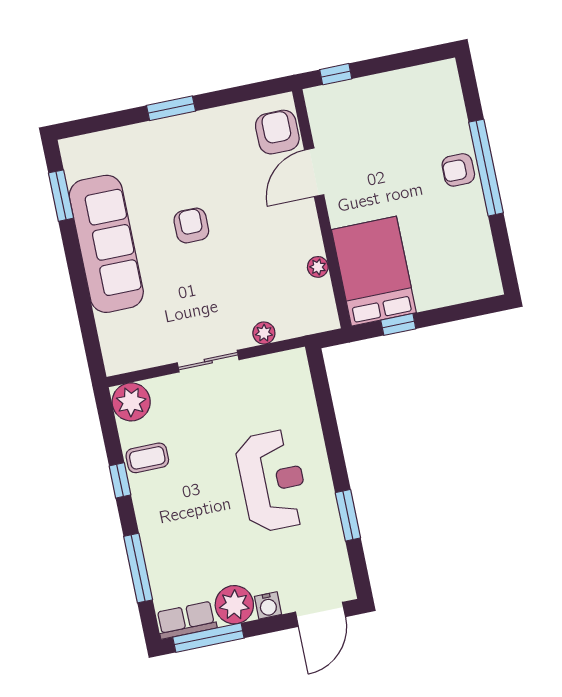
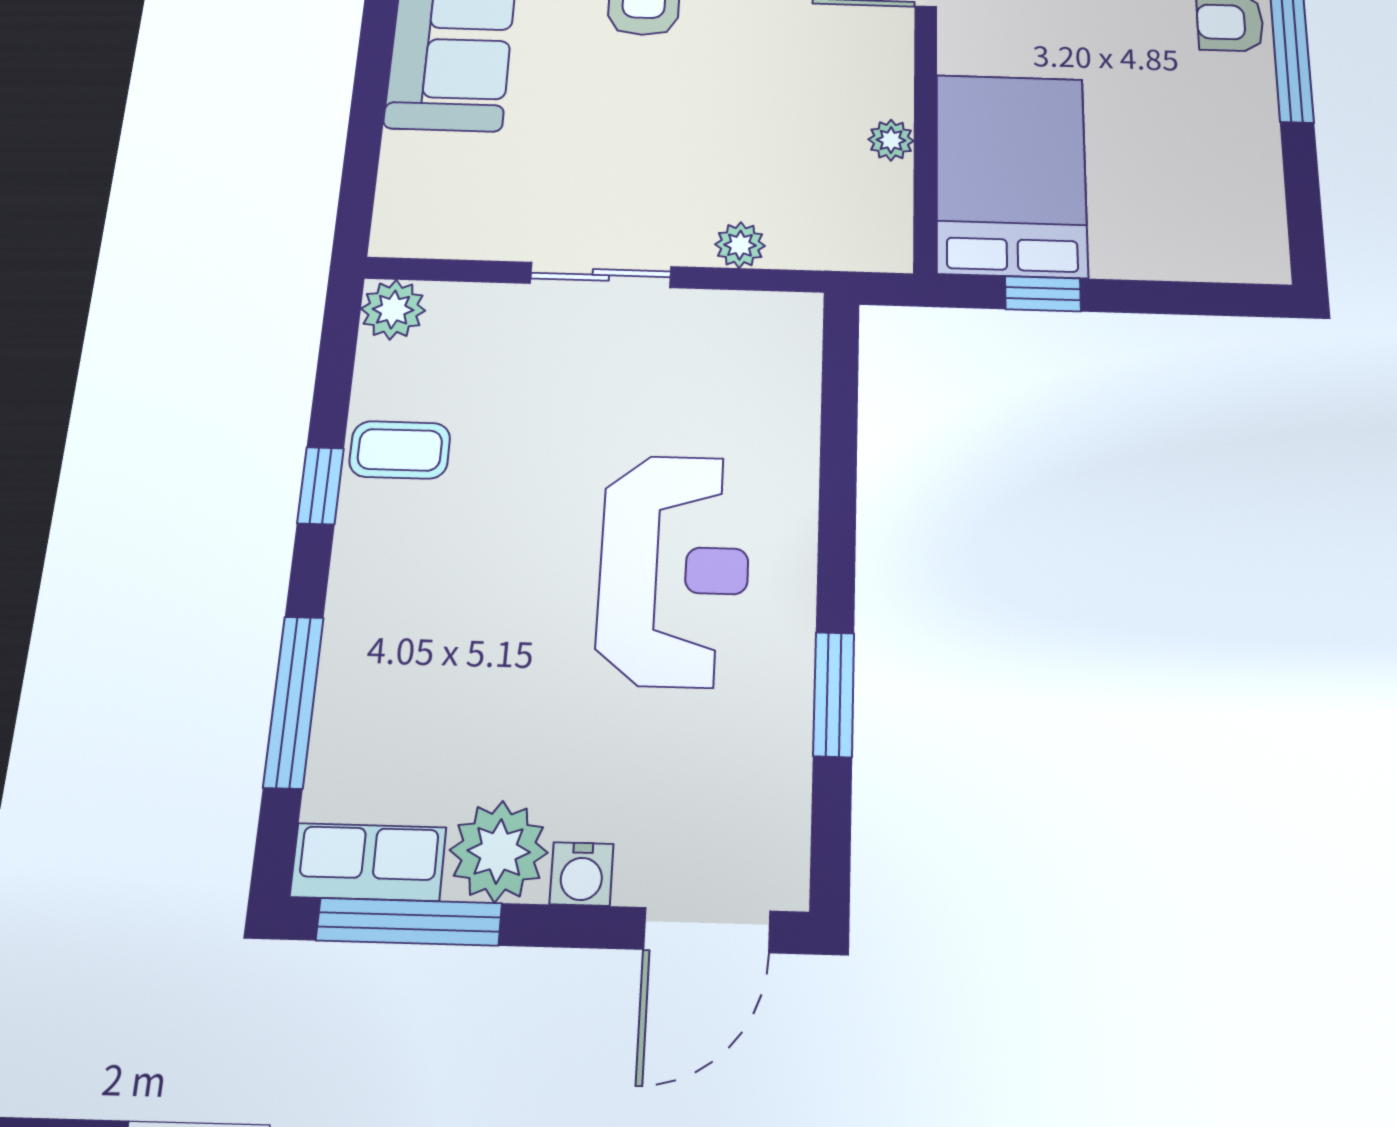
plant: (131, 402) -> (393, 310), width x0.73, depth x0.73

